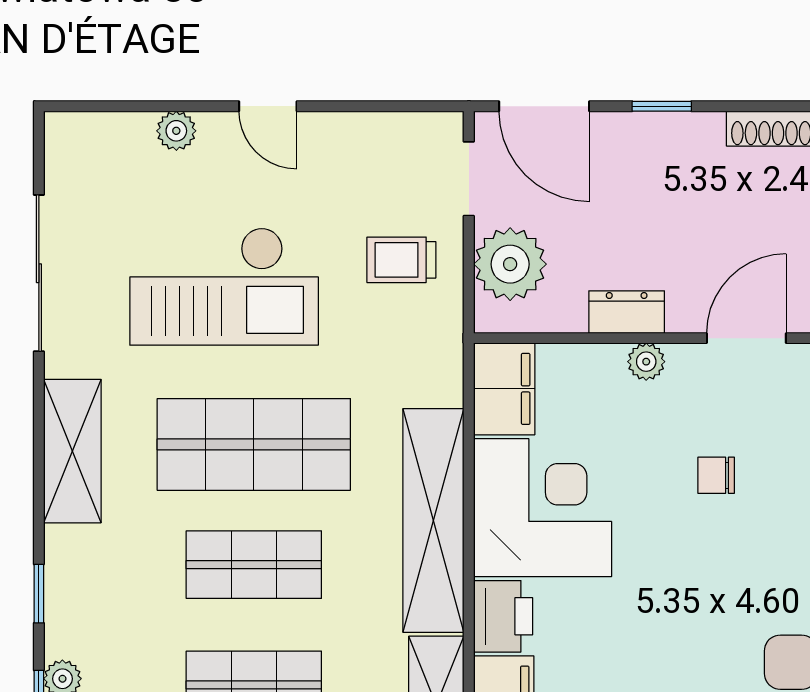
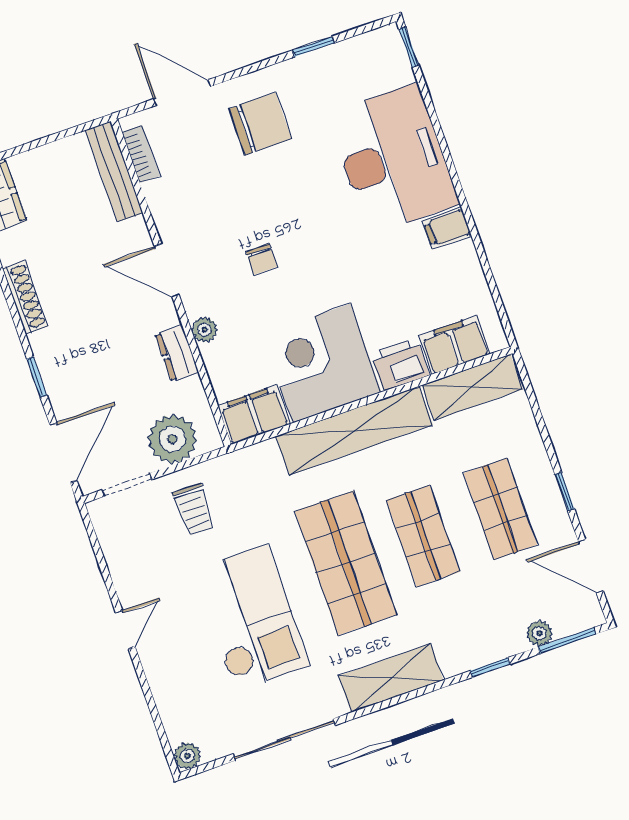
plant: (176, 131) -> (187, 756), moved

